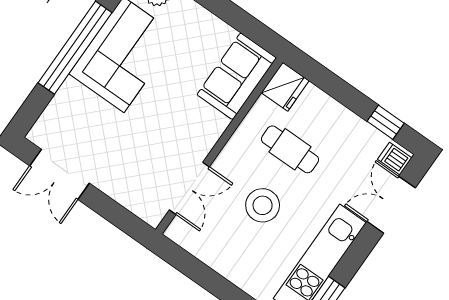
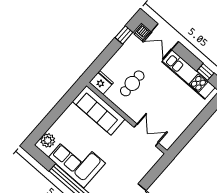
sofa: (237, 76) -> (99, 110), width x1.36
stool: (263, 205) -> (158, 100), removed

